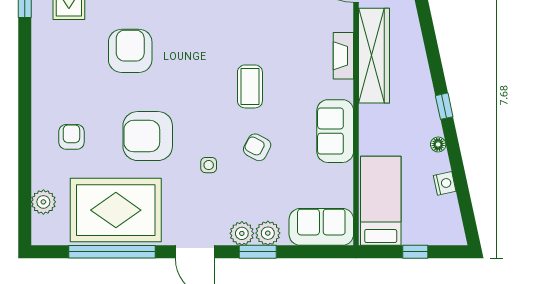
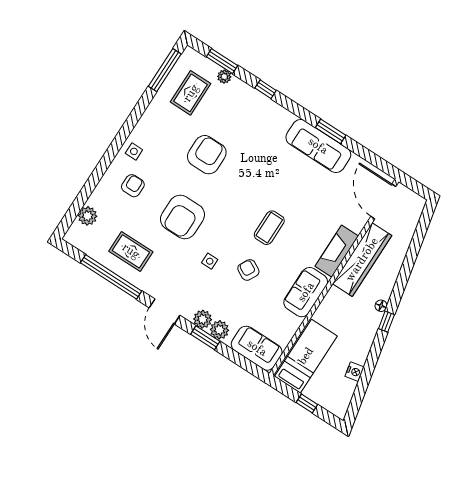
fireplace: (343, 56) -> (337, 251), width x1.37, depth x1.32
side table: (48, 99) -> (134, 151), added
armchair: (148, 136) -> (182, 217), turned -90
floor lamp: (438, 144) -> (381, 306), moved
rug: (116, 210) -> (131, 251), width x0.54, depth x0.49

